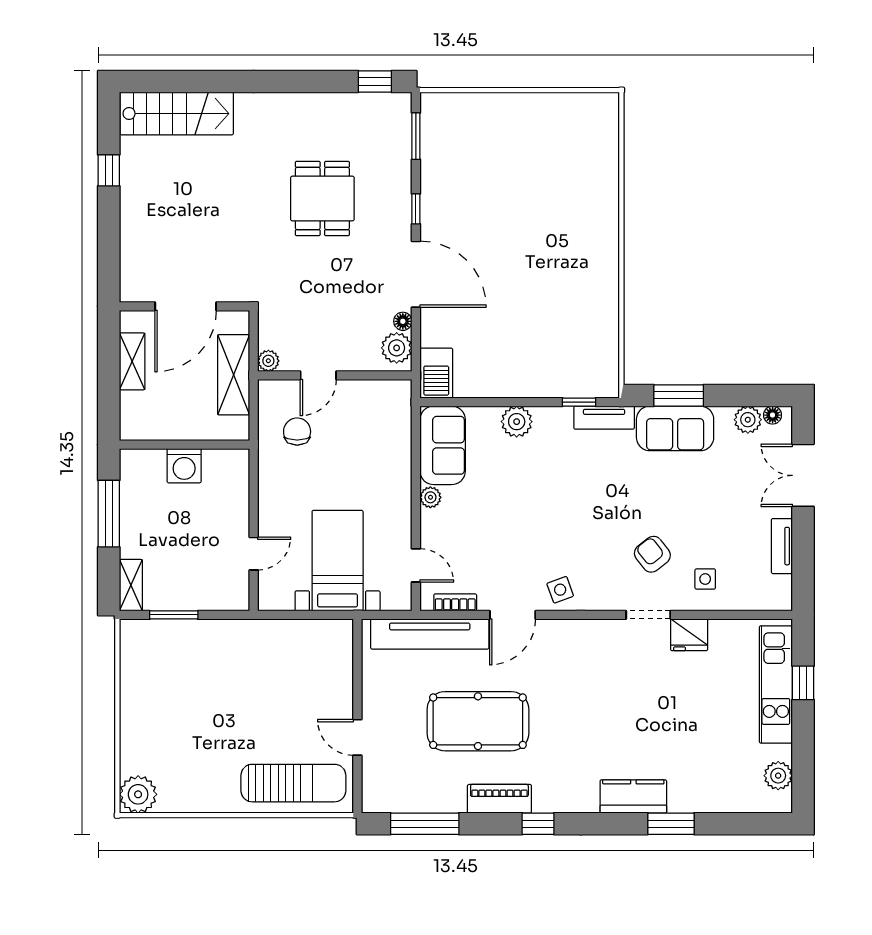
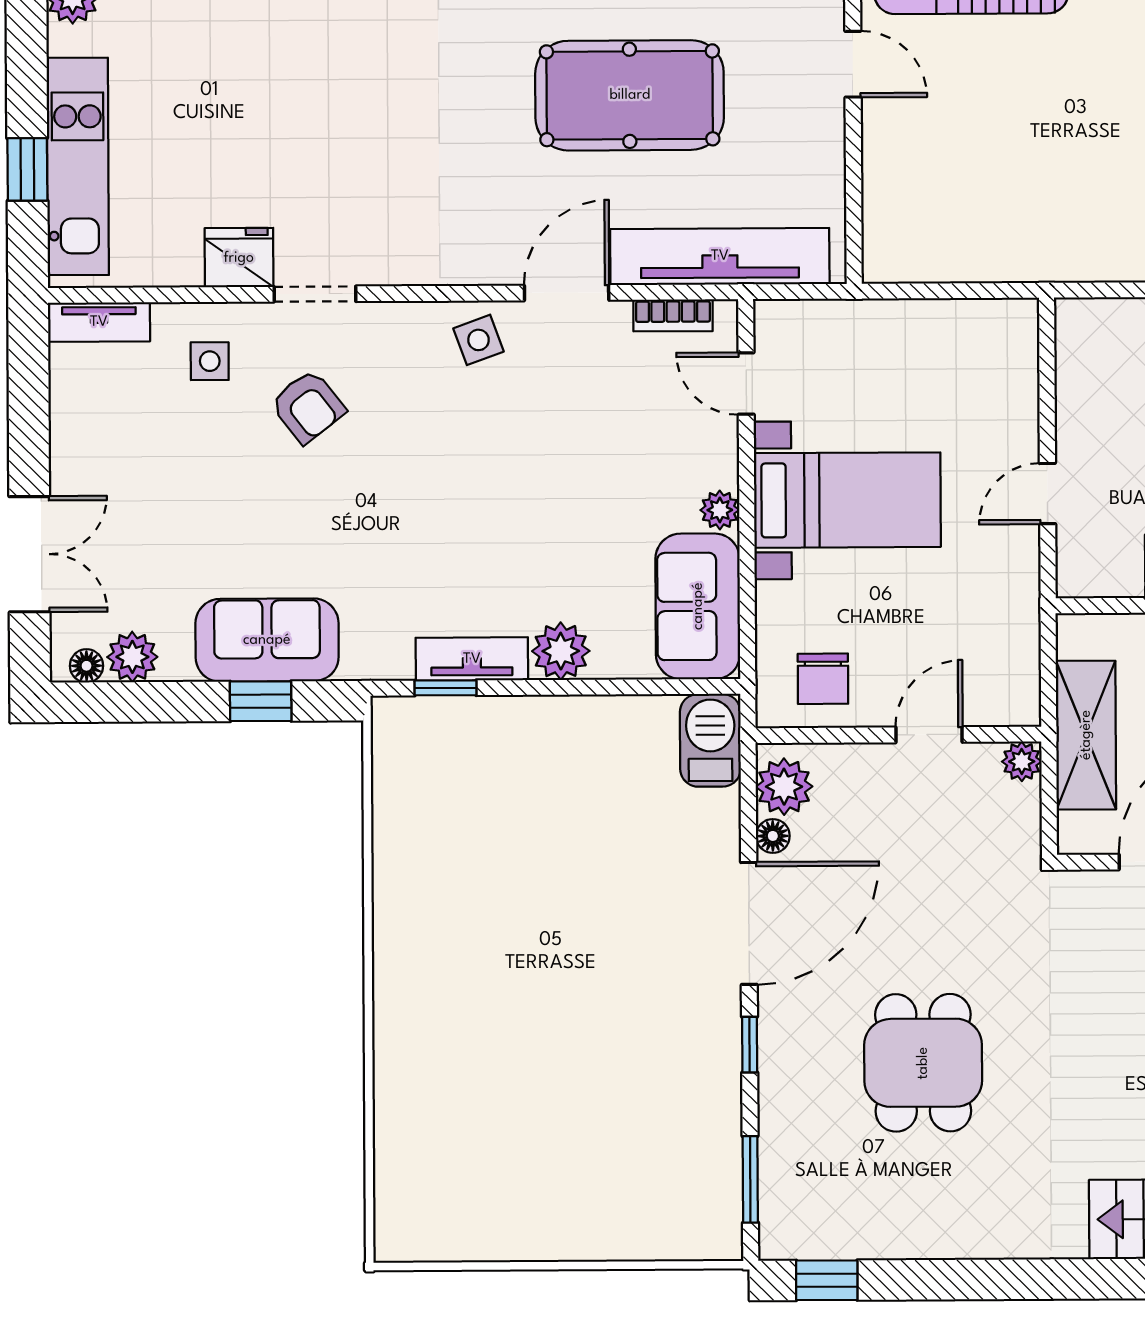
door: (416, 274) -> (749, 923), swing flipped
window: (679, 395) -> (261, 701), width x0.67
tv unit: (604, 418) -> (472, 659), moved
chair: (297, 432) -> (823, 679), moved
tv unit: (782, 546) -> (99, 322), moved, turned 90
door: (254, 554) -> (1048, 494), moved
bed with nightstands: (338, 561) -> (847, 500), moved, turned -90

